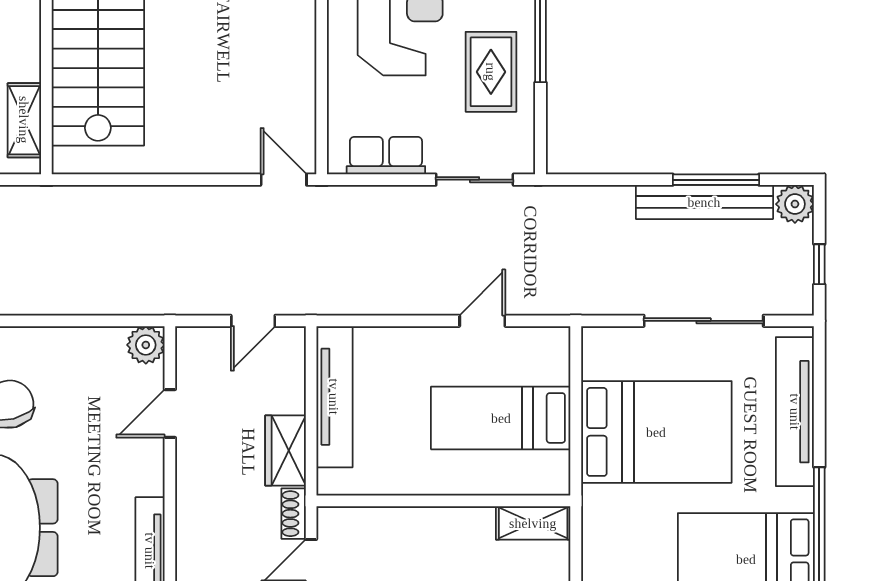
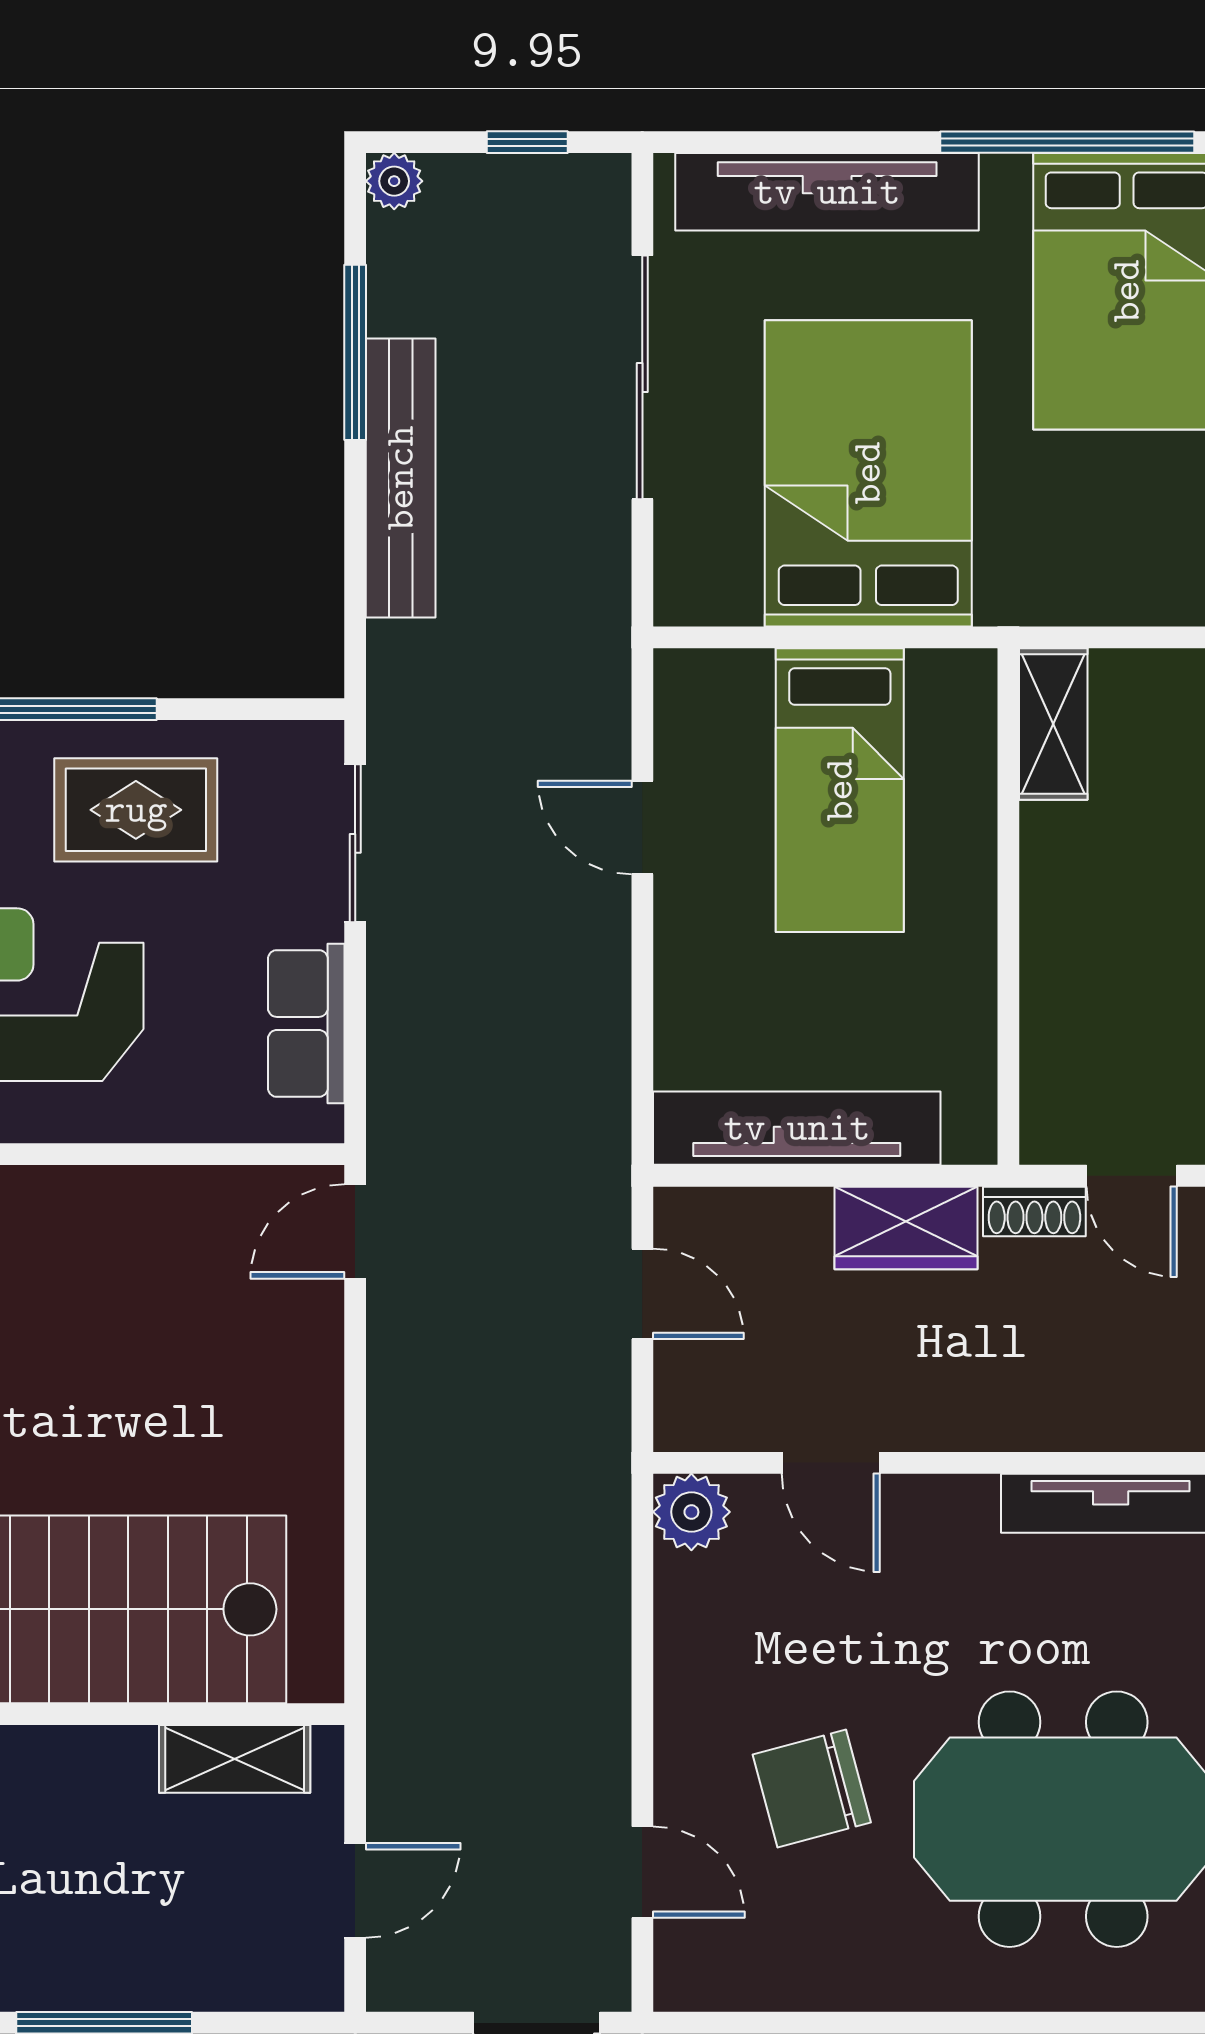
bench: (704, 202) -> (401, 478), moved
plant: (795, 204) -> (394, 181), width x0.73, depth x0.73

